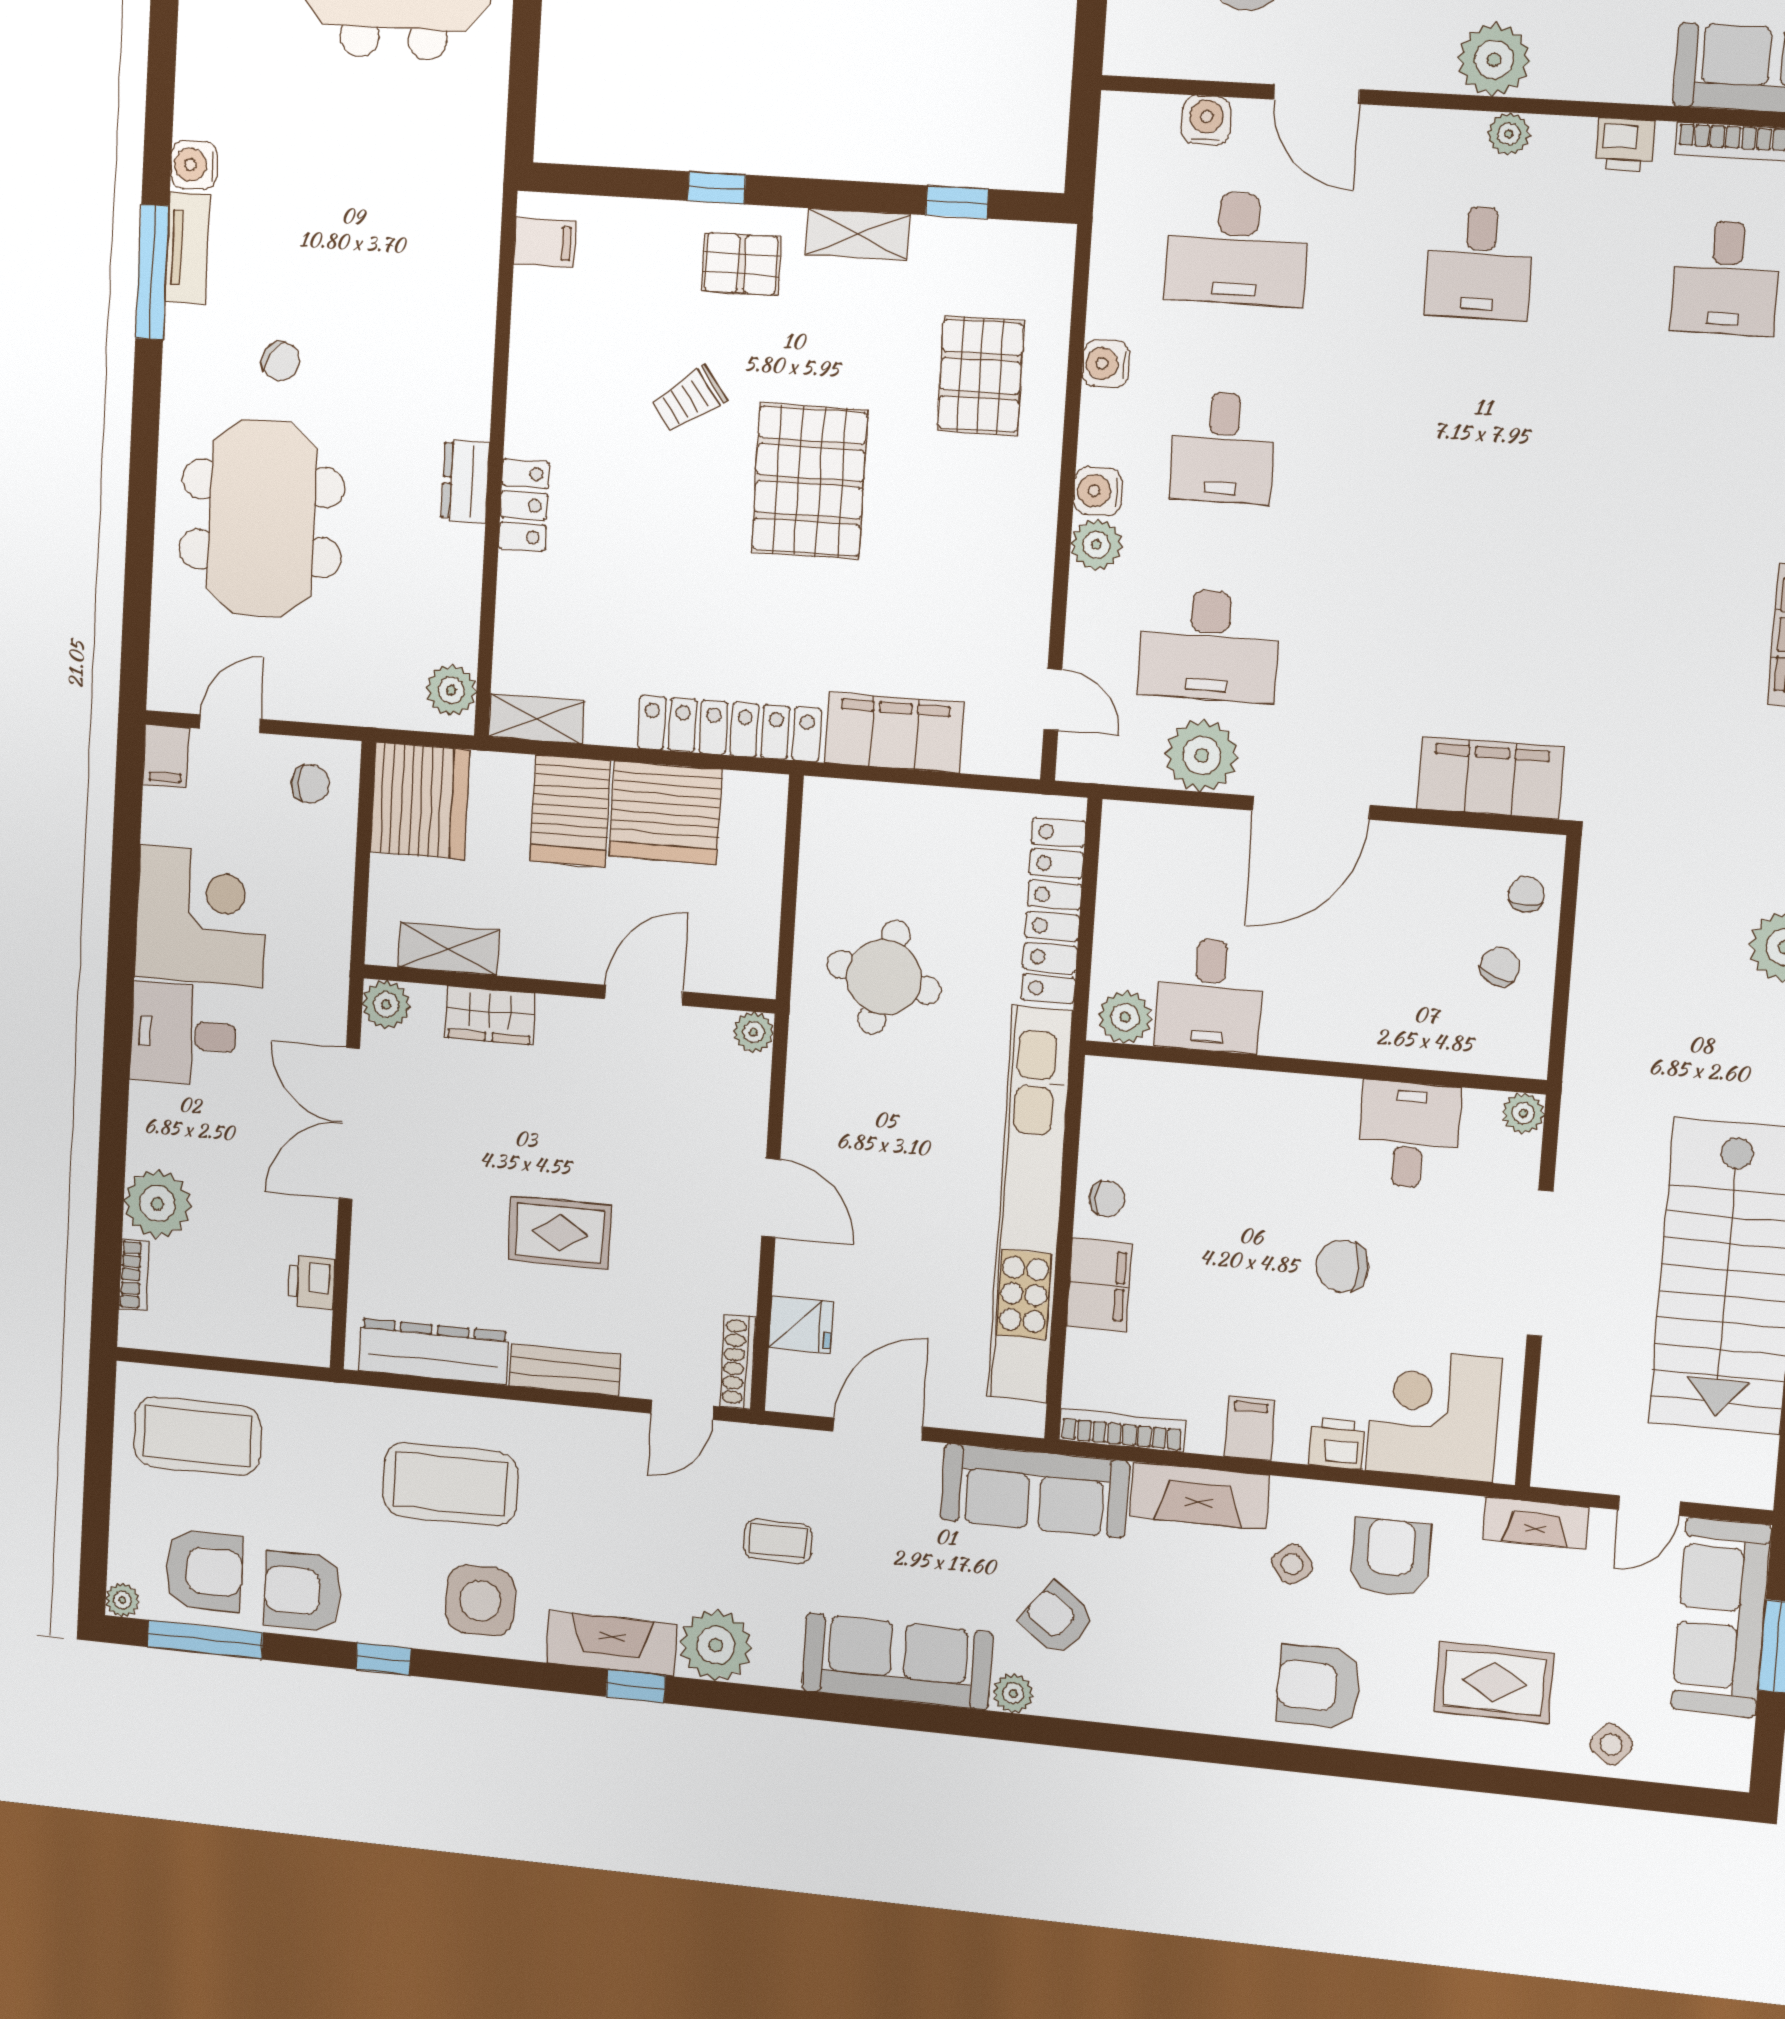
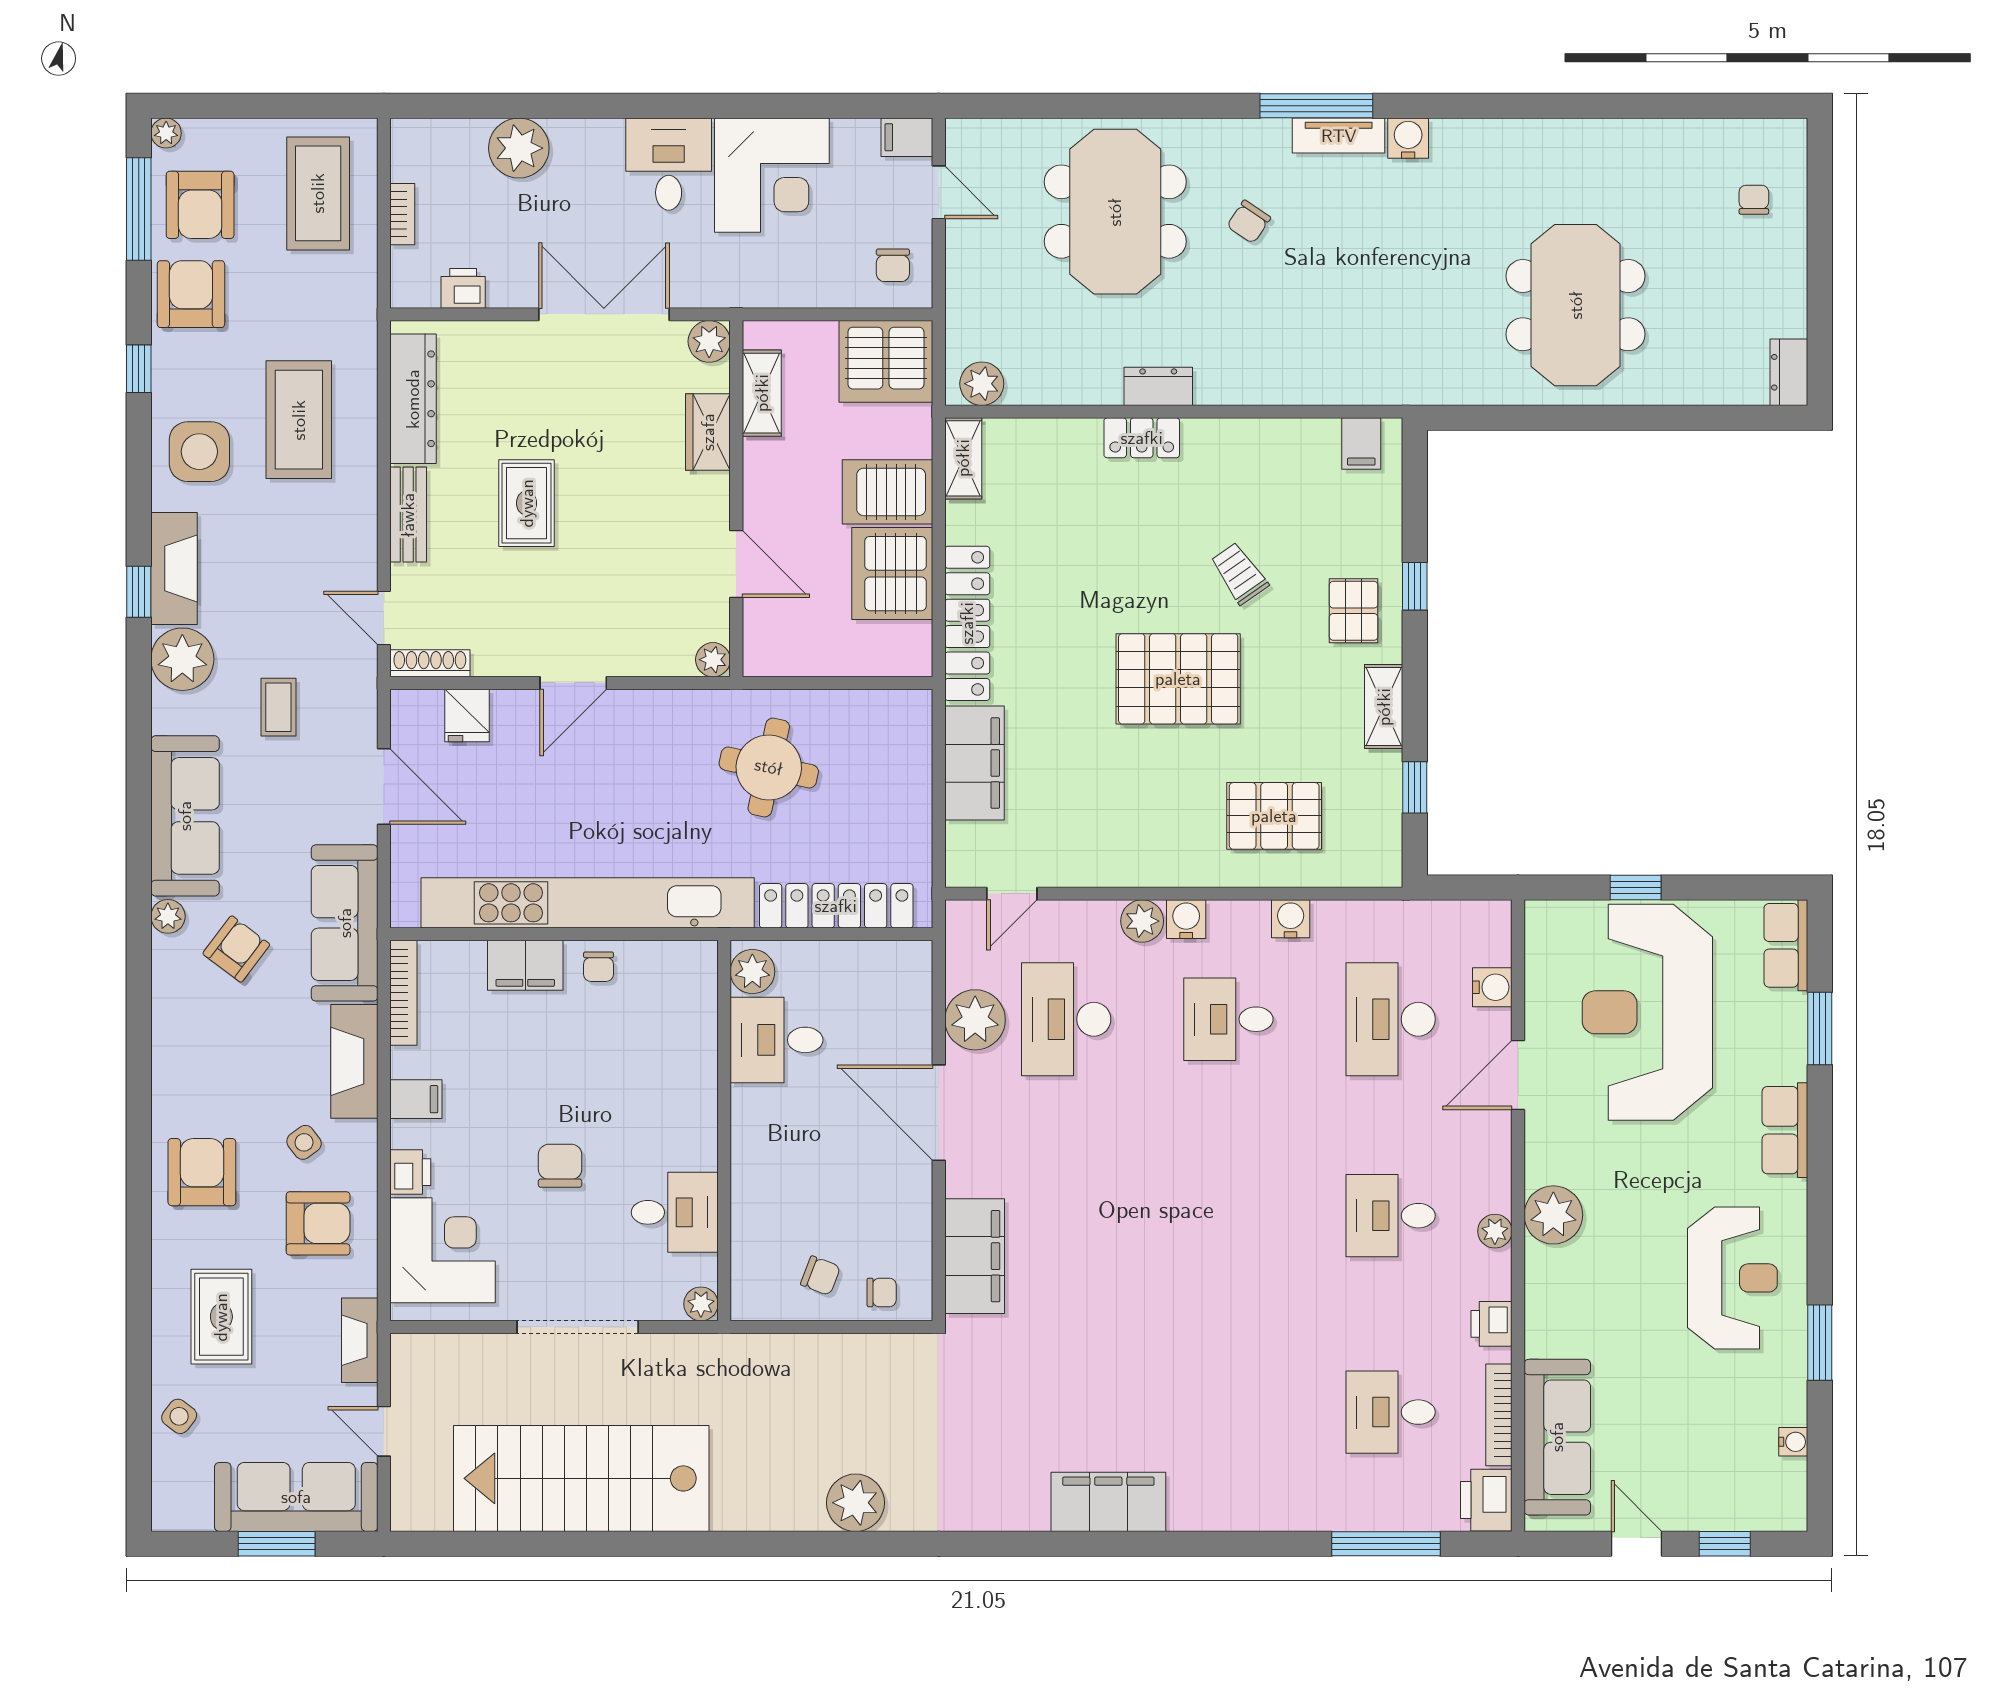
meeting table: (262, 518) -> (1115, 212), turned 90
bookcase: (134, 1275) -> (402, 214), moved, turned -90

